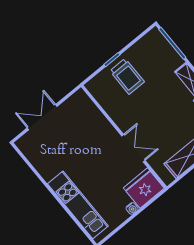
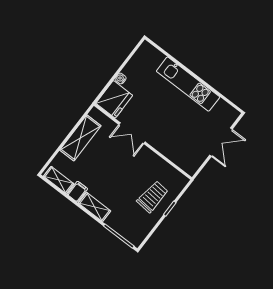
trolley: (127, 76) -> (153, 197), turned 95
kitchen unit: (78, 205) -> (188, 84), moved

